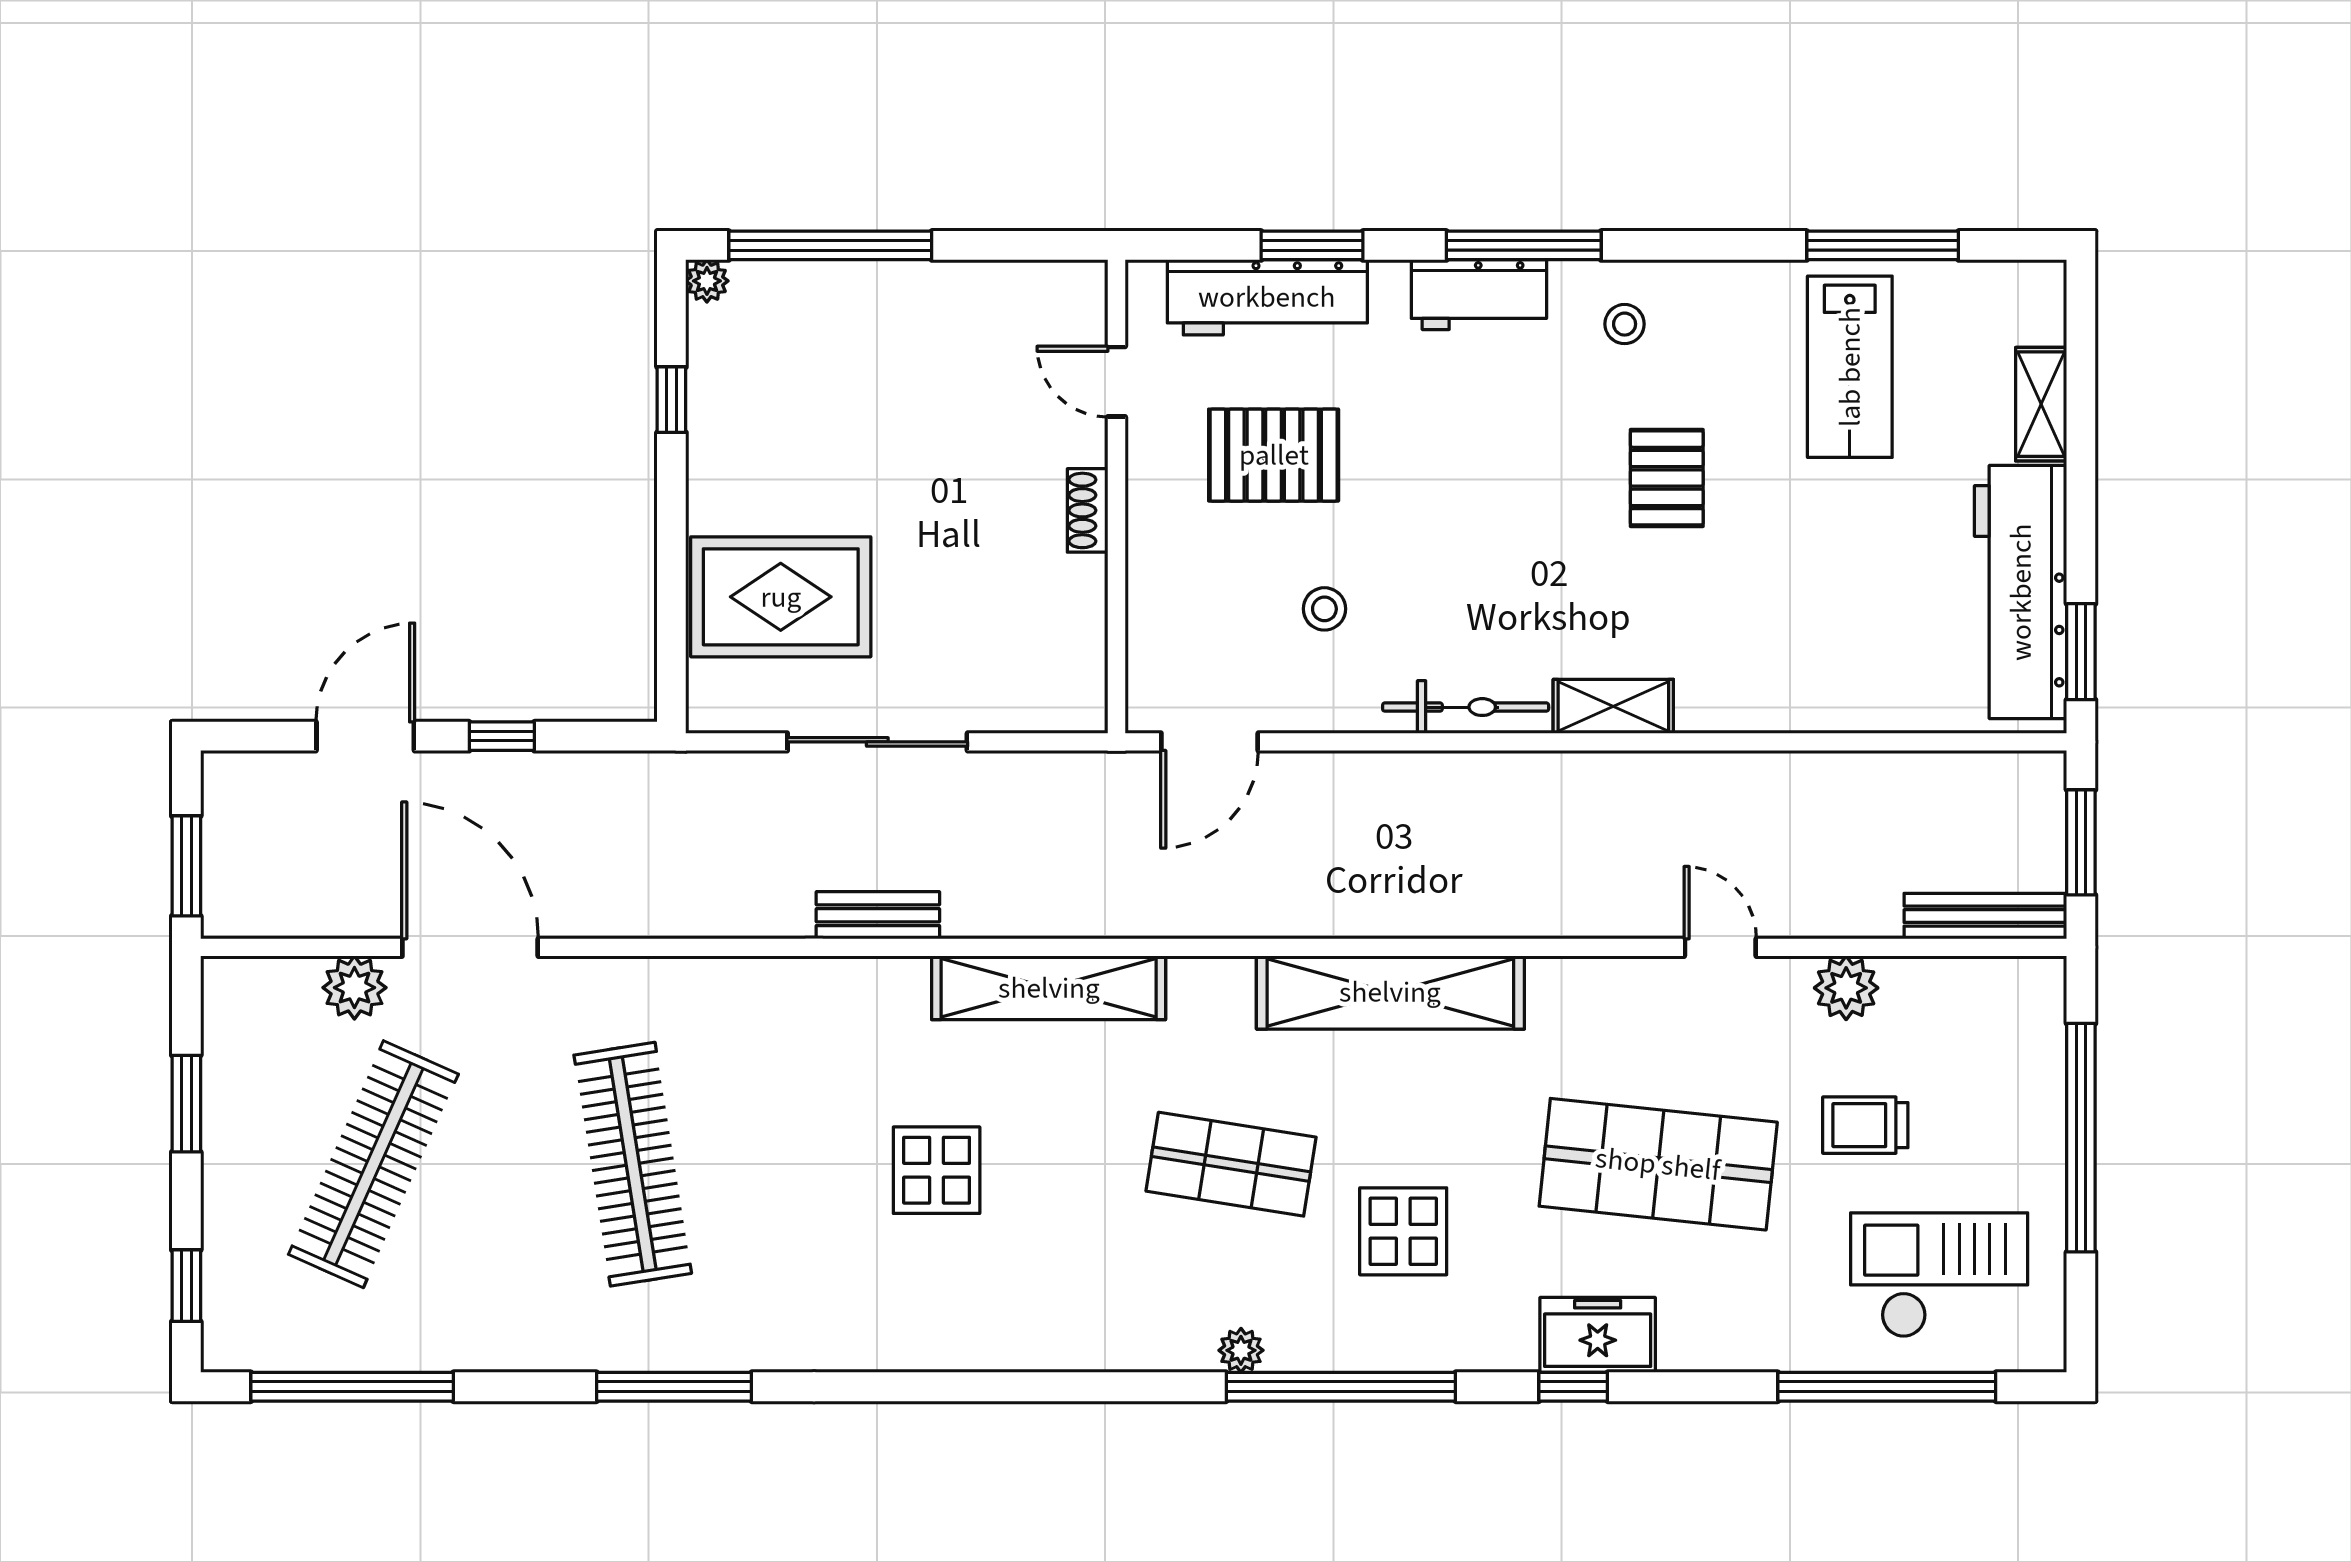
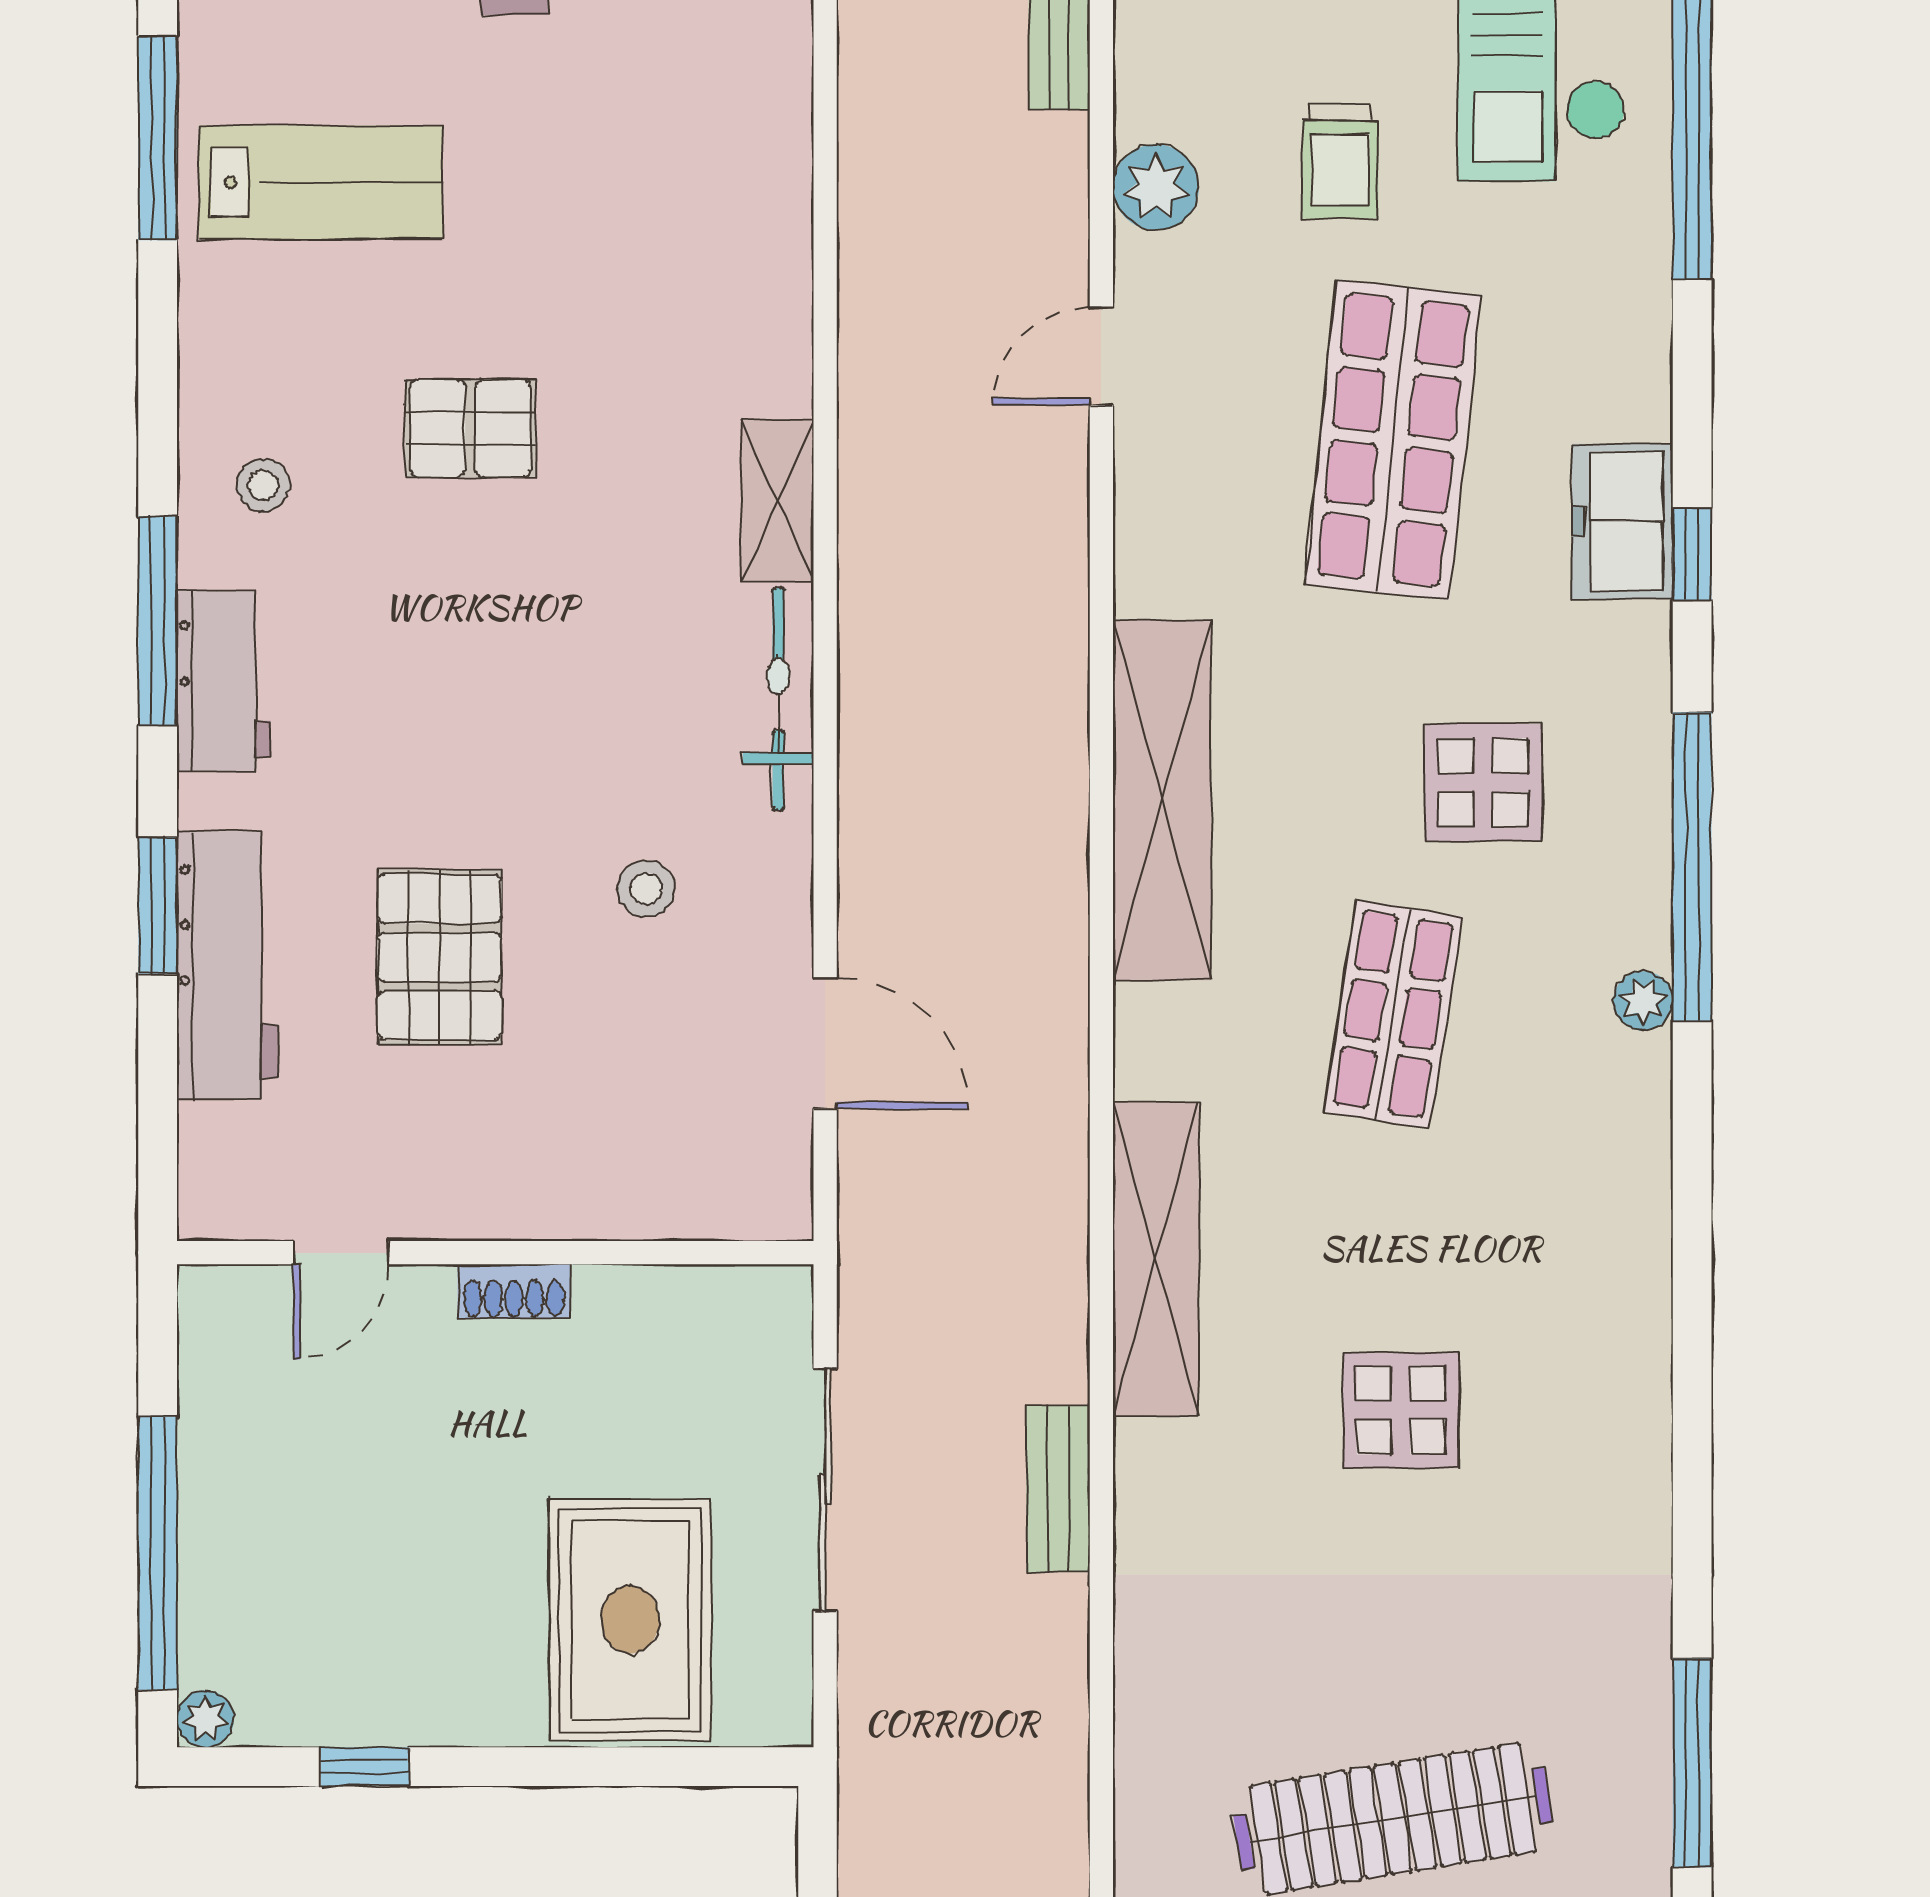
door: (1117, 382) -> (341, 1253), moved
wall: (1117, 497) -> (495, 1253), moved
shoe rack: (1088, 510) -> (514, 1291), moved

